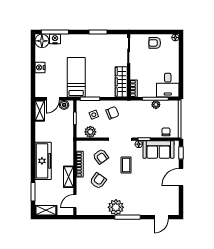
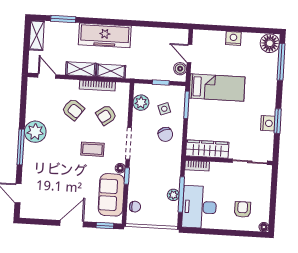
nightstand: (55, 39) -> (268, 123), moved
armchair: (155, 43) -> (243, 209), moved
desk: (168, 85) -> (199, 207), width x1.37
shelving: (40, 111) -> (111, 71), moved
door: (181, 177) -> (72, 224), hinge flipped

